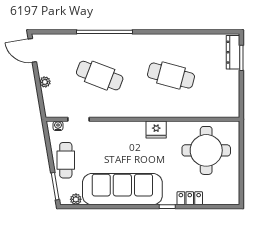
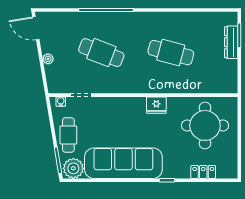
dresser: (233, 52) -> (231, 42), moved
locker: (190, 198) -> (203, 172), moved
plant: (76, 199) -> (73, 168), width x1.88, depth x1.88

